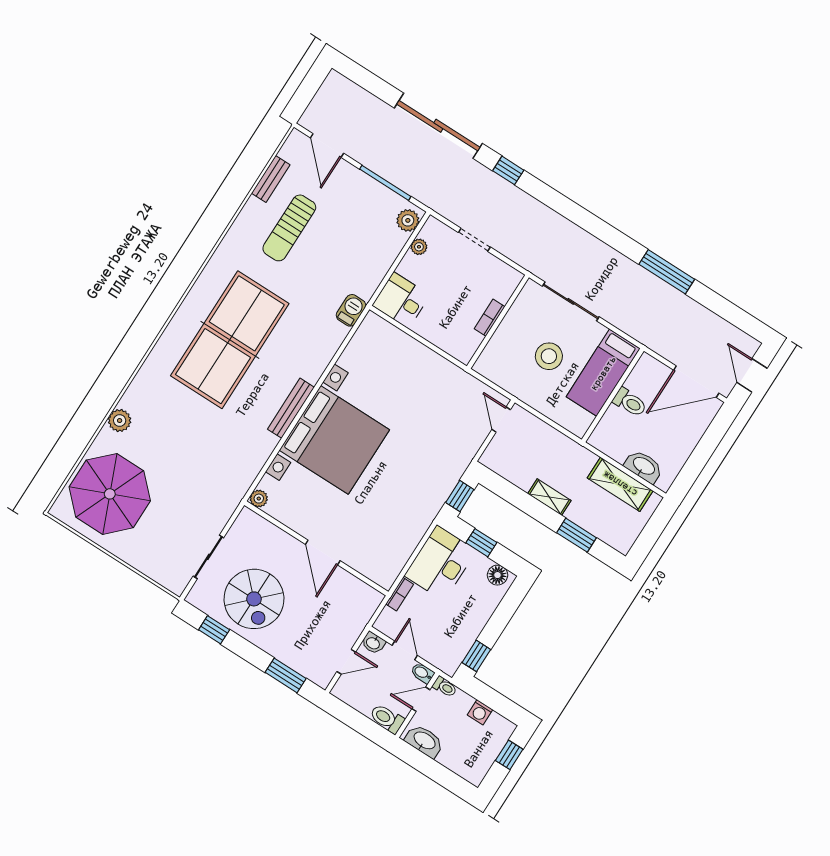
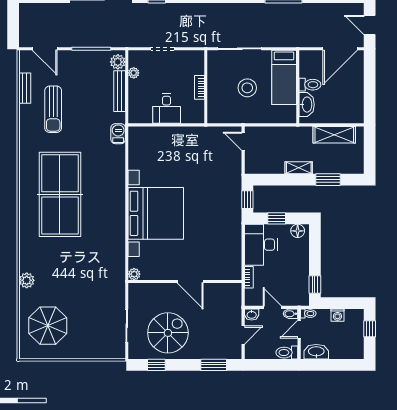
desk: (401, 300) -> (167, 109), moved, turned -90
bench: (291, 408) -> (120, 91), moved
washbasin: (644, 466) -> (307, 105), moved, turned 90
parasol: (110, 494) -> (48, 326), width x0.73, depth x0.73
spiral stairs: (254, 599) -> (168, 333), turned -90

